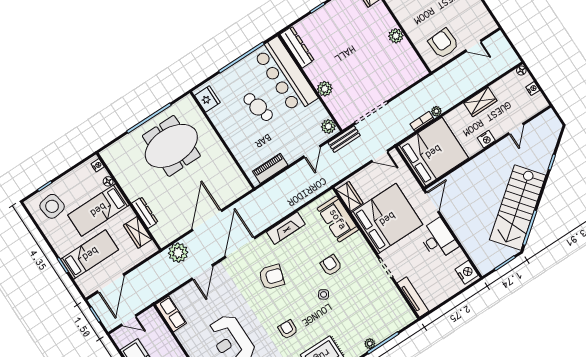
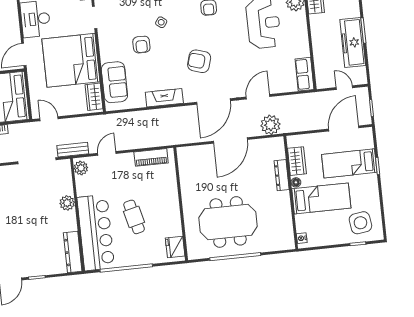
floor lamp: (108, 181) -> (296, 182), moved

